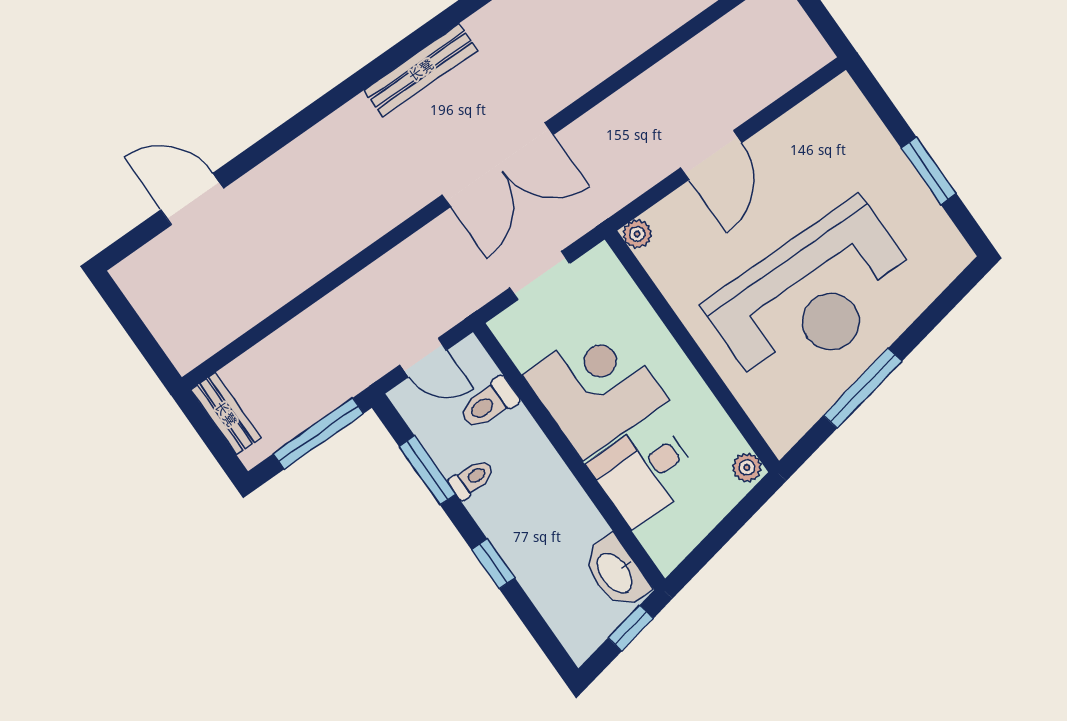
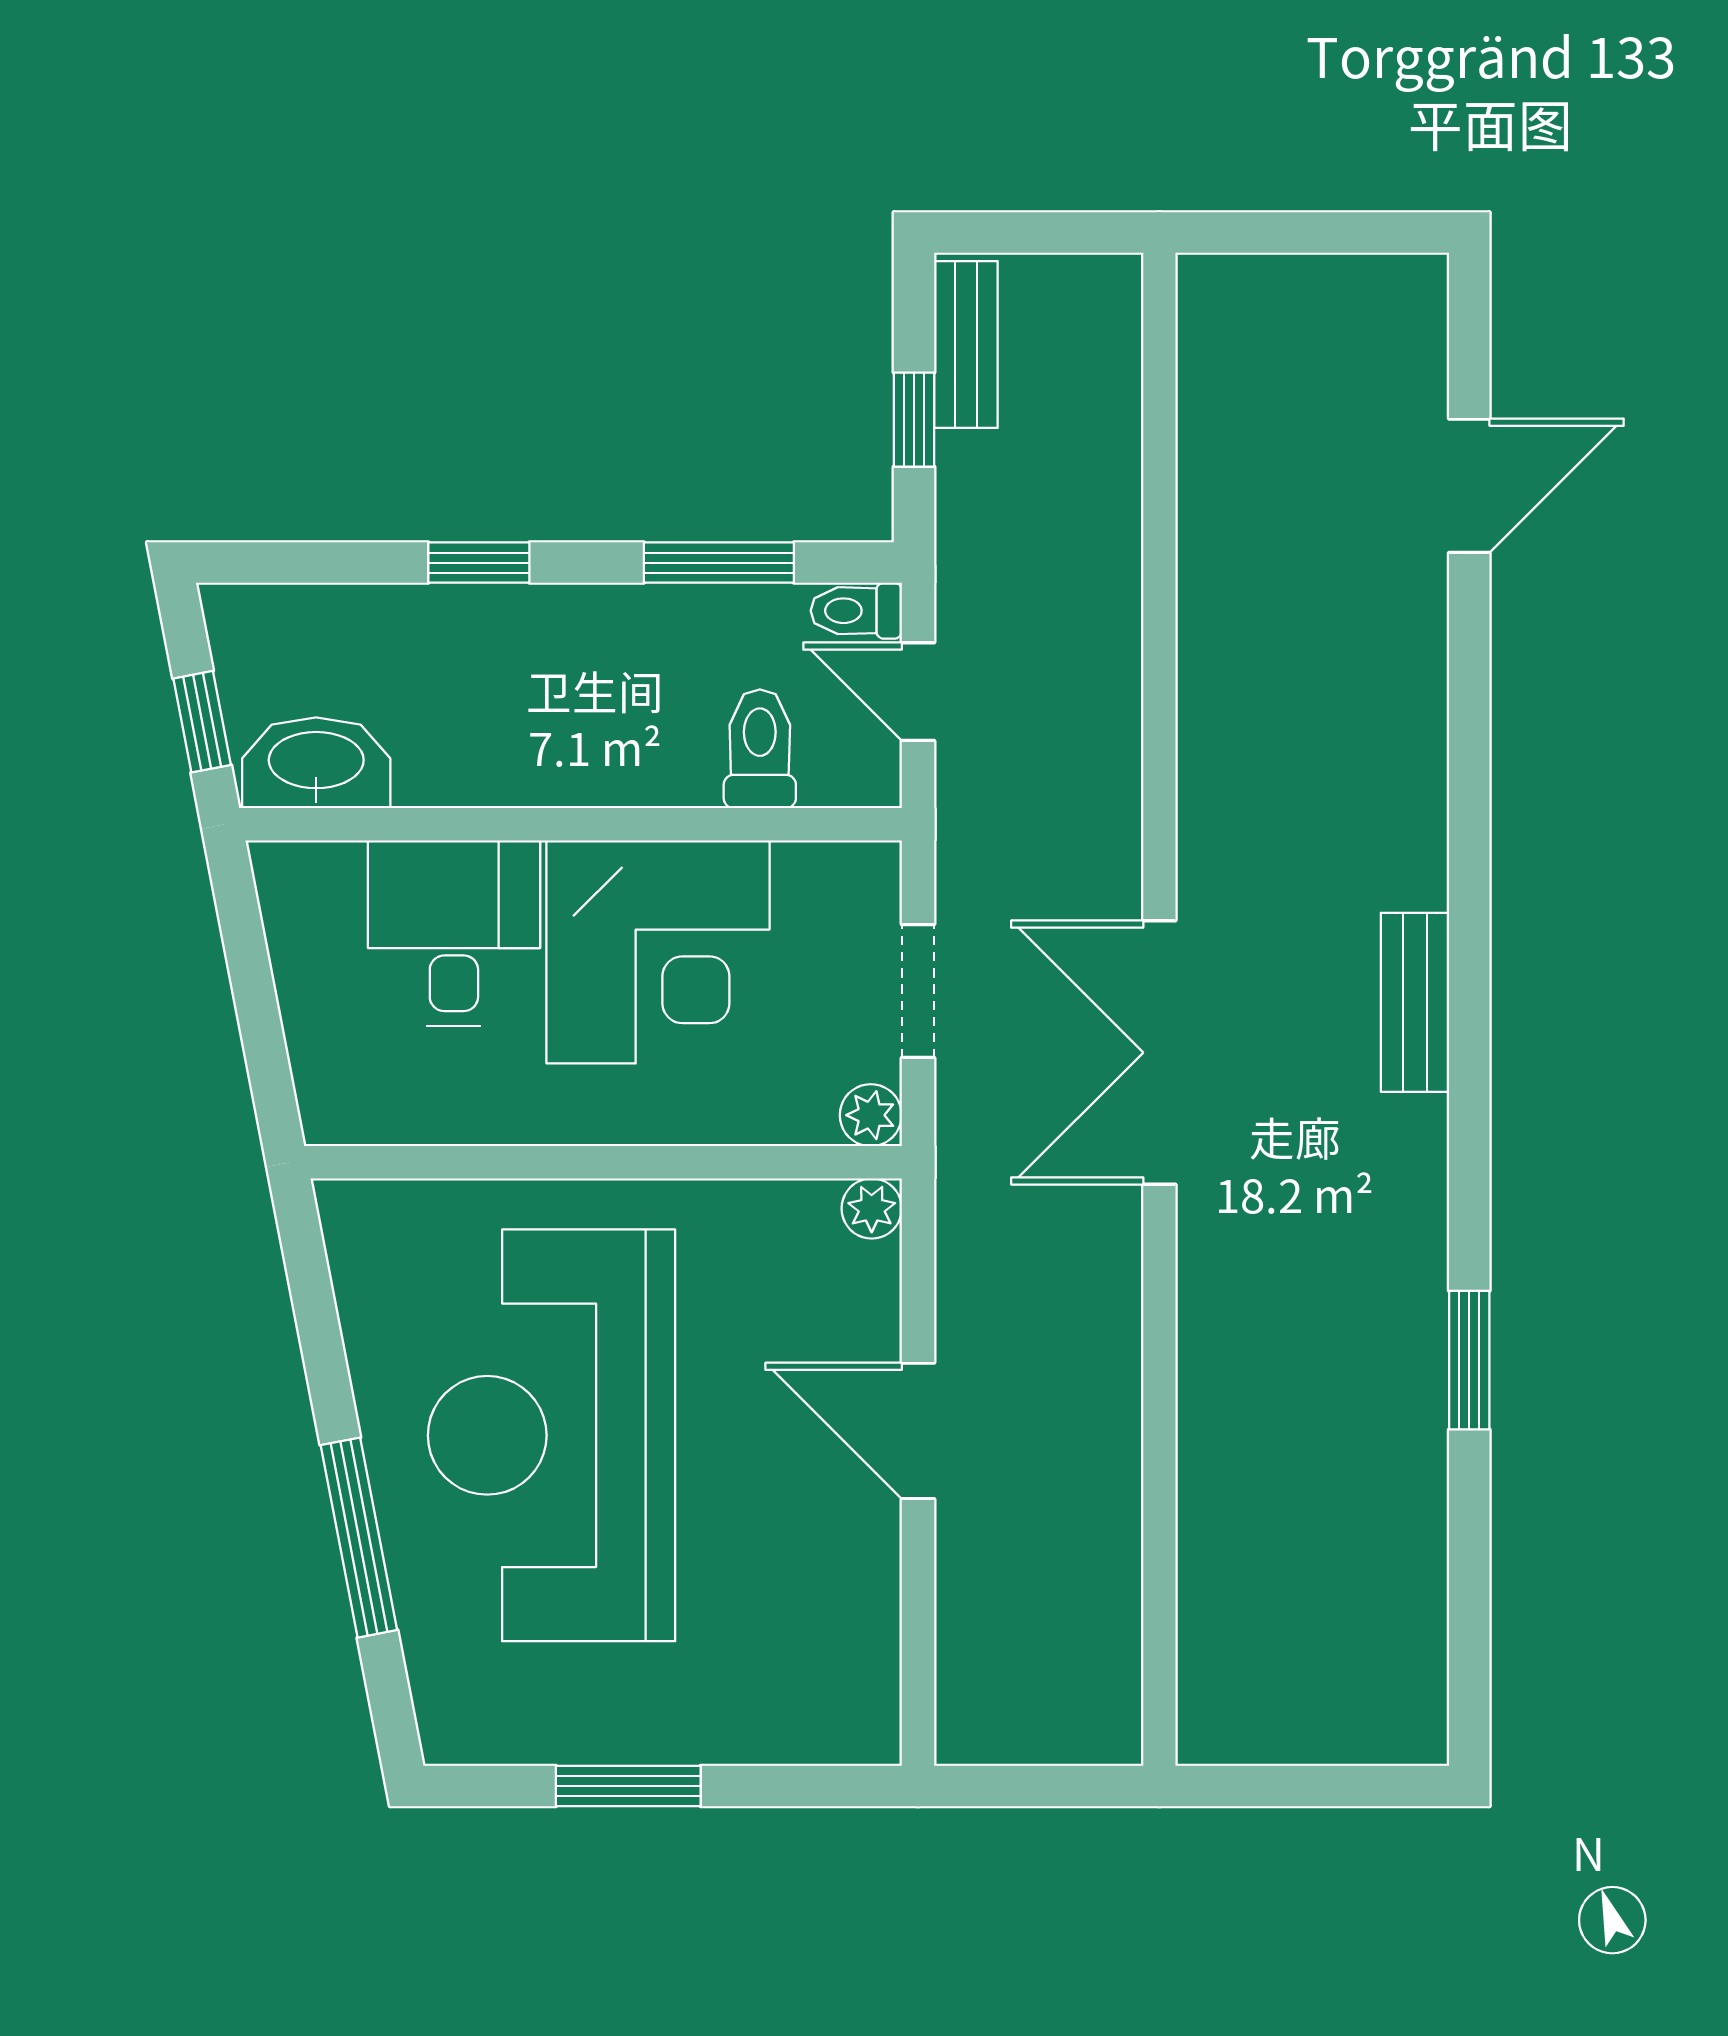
bench: (421, 70) -> (1415, 1002), width x0.73
door: (423, 357) -> (918, 692), hinge flipped
window: (863, 388) -> (359, 1538), moved
bench: (226, 414) -> (966, 345), moved, turned 90
window: (318, 434) -> (914, 420), width x0.46
plant: (747, 467) -> (871, 1115), moved
toilet: (472, 479) -> (856, 611), moved, turned 90

